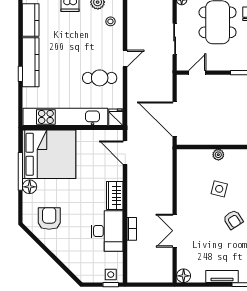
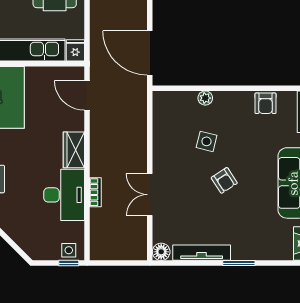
tv unit: (222, 276) -> (202, 253), width x1.41

